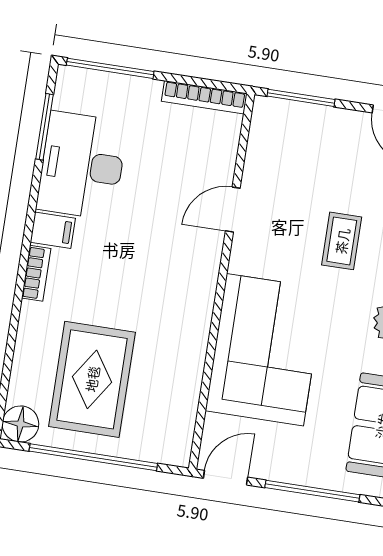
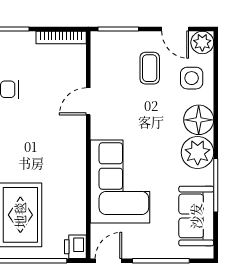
coffee table: (342, 241) -> (150, 68), moved
printer: (174, 446) -> (75, 247), added

